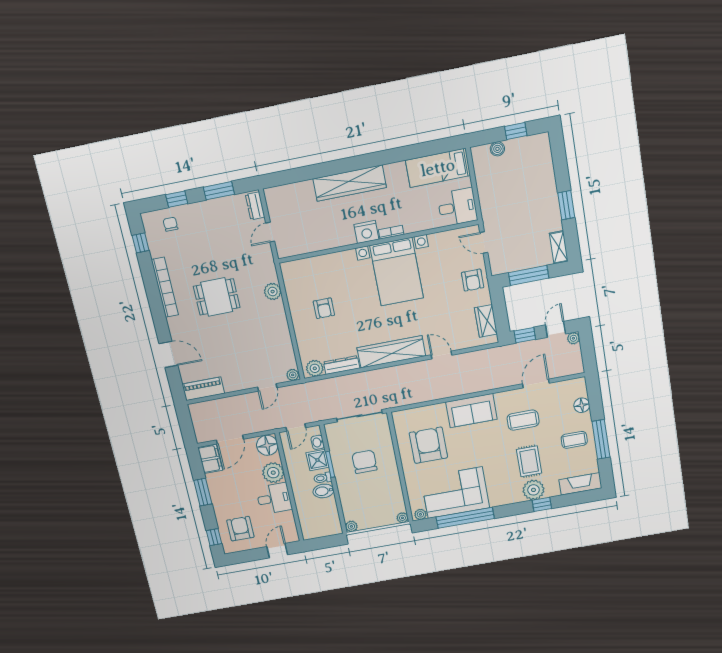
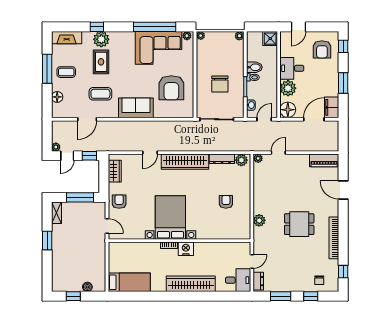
desk: (457, 207) -> (238, 280), moved, turned 180
door: (441, 355) -> (150, 153), hinge flipped
shower: (317, 460) -> (270, 39), moved

